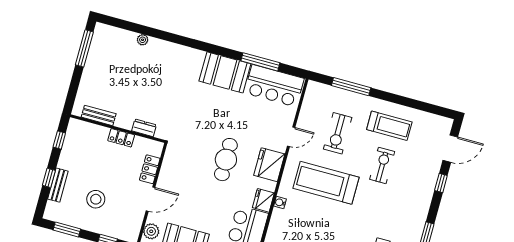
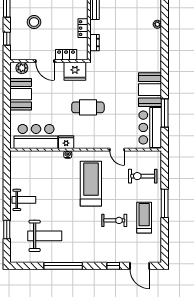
window: (351, 87) -> (165, 203), moved
treadmill: (389, 126) -> (144, 218), turned 180
exercise bike: (338, 133) -> (143, 176), moved
fridge: (269, 165) -> (75, 71), moved, turned 180

